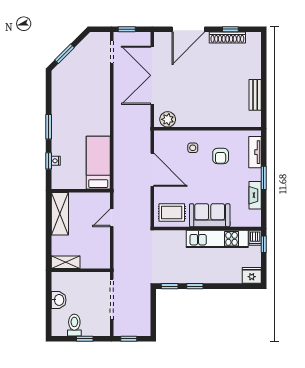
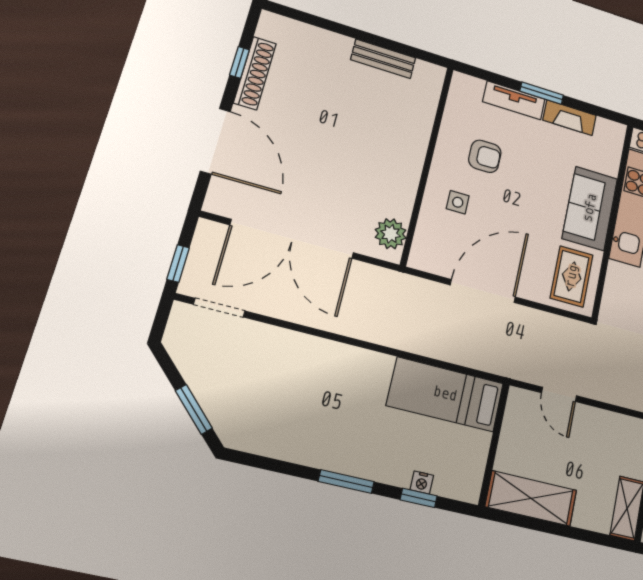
tv unit: (255, 152) -> (514, 100), moved

